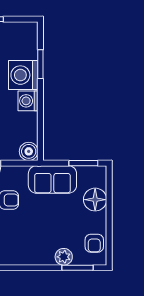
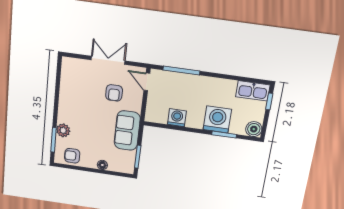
washing machine: (28, 101) -> (177, 118), moved
boiler: (29, 151) -> (254, 129), moved
floor lamp: (95, 200) -> (102, 165), width x0.53, depth x0.53

